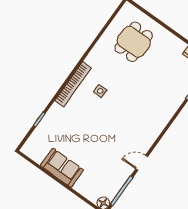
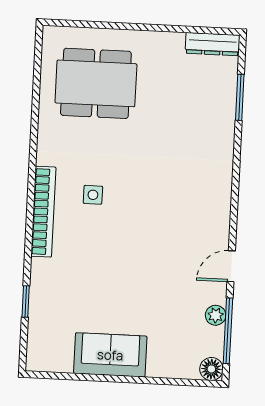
dining table: (134, 42) -> (96, 83), width x1.38
plant: (121, 180) -> (216, 315), added

